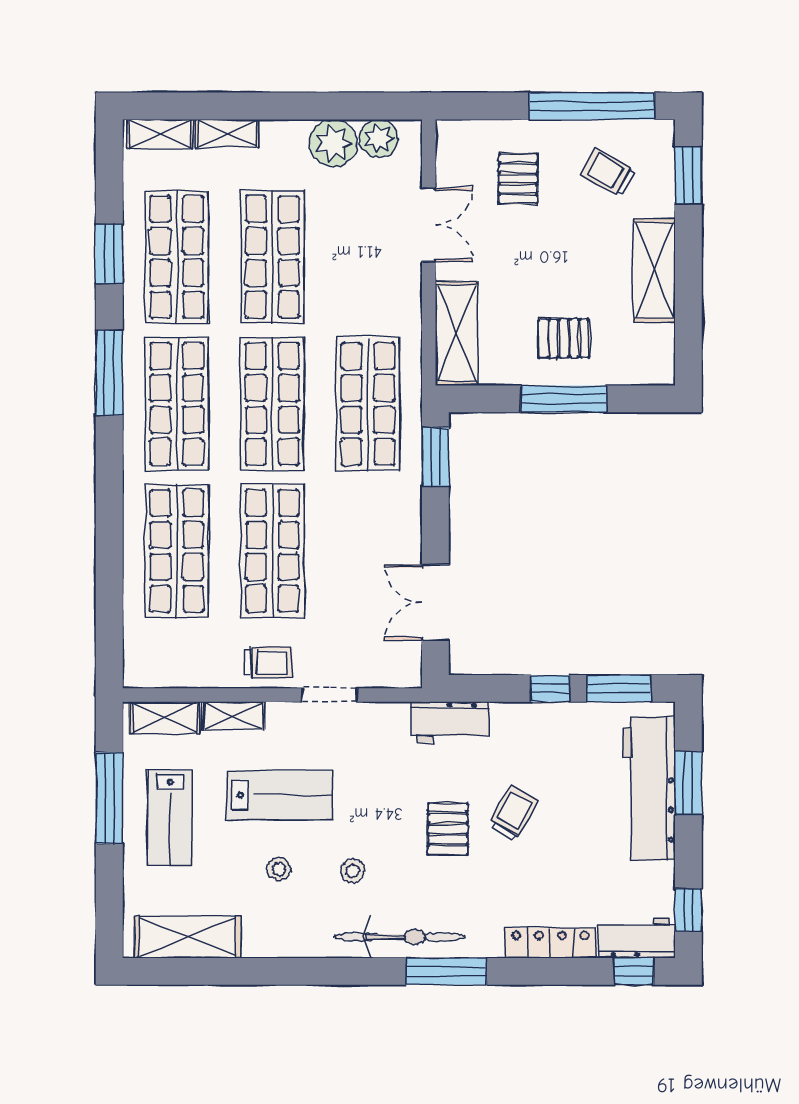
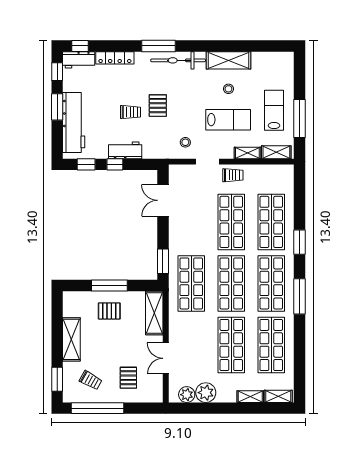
window: (109, 254) -> (300, 242), moved
double door: (435, 602) -> (163, 200), swing flipped
trolley: (268, 663) -> (233, 175), turned 180
window: (619, 688) -> (86, 164), width x0.67
workbench: (450, 722) -> (125, 150), moved
window: (688, 783) -> (57, 107), moved
lab bench: (280, 795) -> (228, 120), turned 180
trolley: (513, 813) -> (131, 112), turned -119
stool: (353, 871) -> (185, 142), moved
shelving: (188, 937) -> (228, 60), moved

